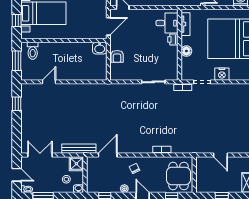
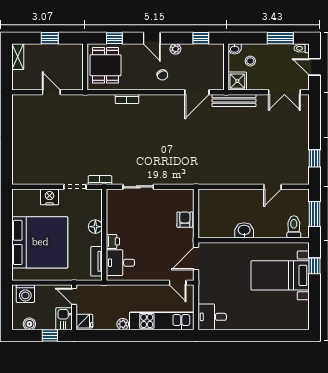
washbasin: (100, 48) -> (244, 230), moved

